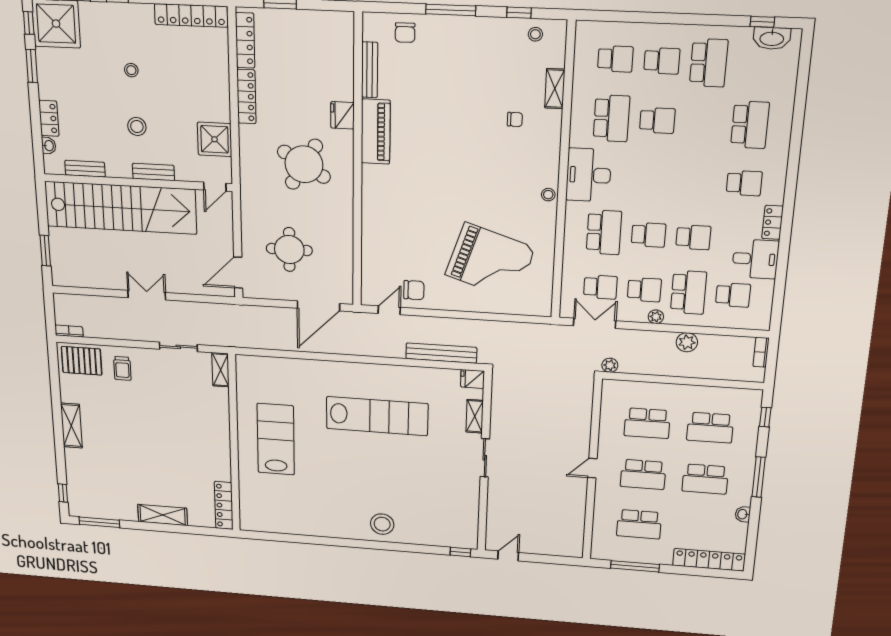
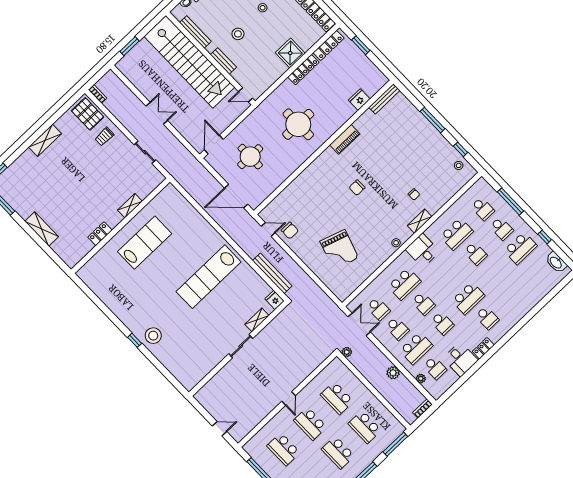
window: (642, 17) -> (510, 201), added
window: (762, 22) -> (545, 237), moved
chair: (405, 33) -> (357, 188), moved
bench: (370, 70) -> (384, 99), moved
shelving: (555, 89) -> (420, 221), moved
fridge: (342, 115) -> (359, 100), moved
school desk: (750, 125) -> (468, 298), moved
piano: (376, 132) -> (345, 139), width x0.73, depth x0.75
shower: (215, 139) -> (290, 53), moved
round table: (304, 164) -> (298, 124), turned -31
bench: (85, 169) -> (195, 32), width x1.36
desk: (589, 175) -> (423, 250), width x0.73
grand piano: (490, 261) -> (339, 250), width x0.73, depth x0.68
door: (238, 273) -> (214, 144), hinge flipped
plant: (656, 317) -> (421, 379), moved
shelving: (220, 370) -> (130, 206), moved
lab bench: (377, 416) -> (209, 277), turned 90
window: (765, 417) -> (395, 444), width x2.17
door: (592, 468) -> (289, 398), swing flipped
locker: (224, 505) -> (100, 234), moved, width x0.66
window: (460, 552) -> (135, 340), moved
door: (508, 556) -> (219, 429), moved

